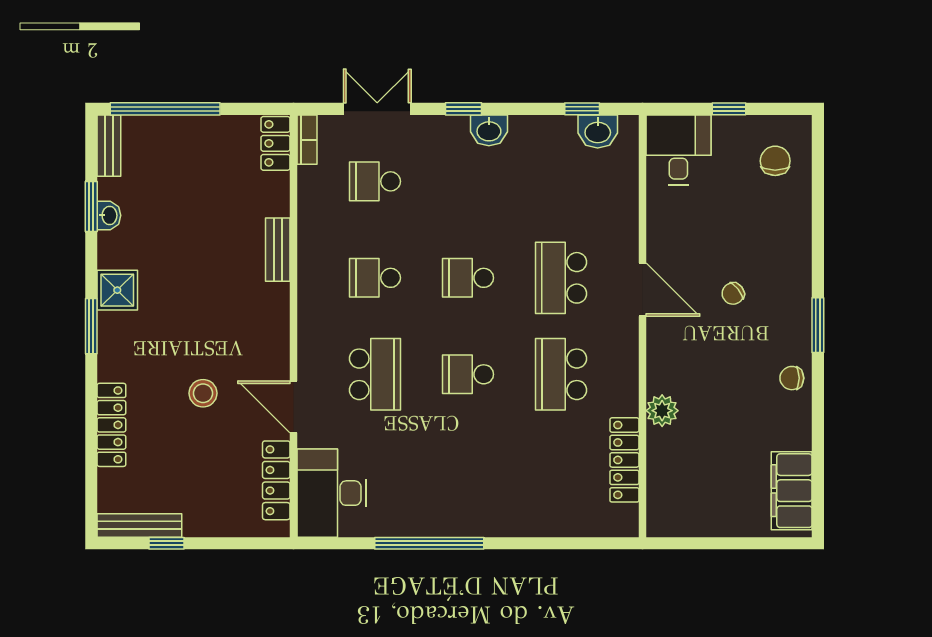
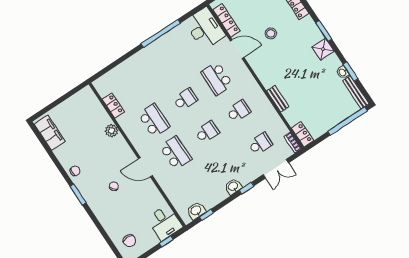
window: (729, 109) -> (166, 242), moved
bench: (109, 146) -> (356, 92), width x1.36
locker: (624, 460) -> (113, 106), width x0.66

